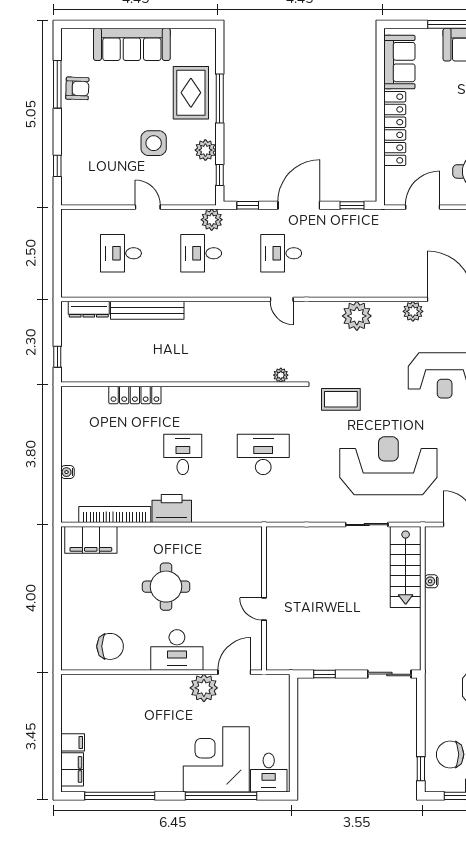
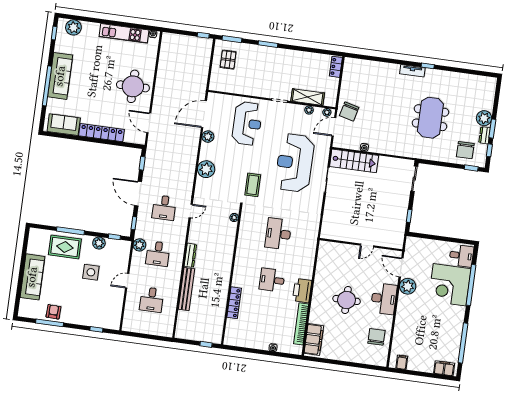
dresser: (89, 309) -> (190, 255), moved
filing cabinet: (73, 742) -> (402, 362), moved

